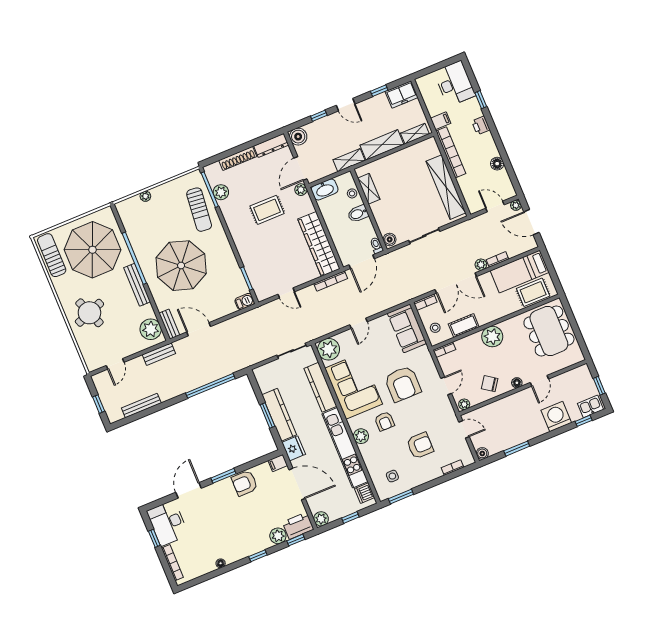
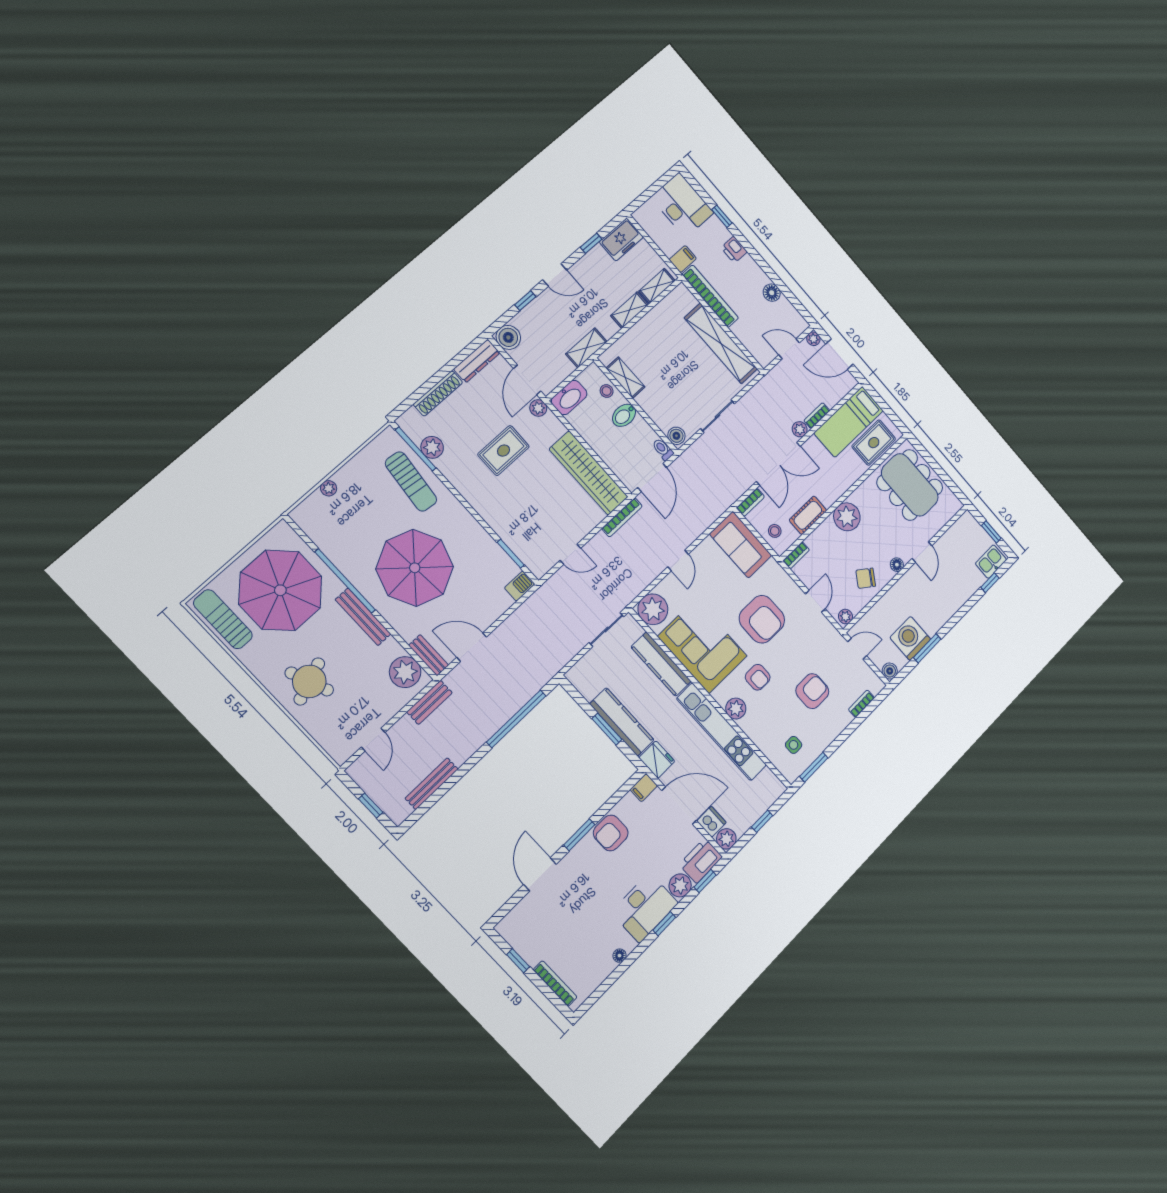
shelving: (382, 145) -> (630, 310), width x0.67, depth x0.75
washing machine: (556, 416) -> (910, 638), moved
dishwasher: (365, 493) -> (711, 822), moved, turned 180
desk: (168, 523) -> (645, 908), moved, turned -90

